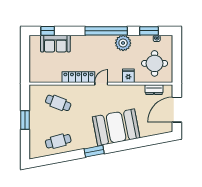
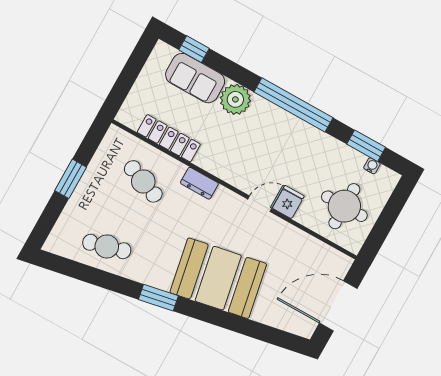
plant: (123, 43) -> (235, 99), moved
locker: (78, 77) -> (169, 138), moved
door: (101, 84) -> (260, 204), moved
dresser: (154, 90) -> (199, 183), moved

